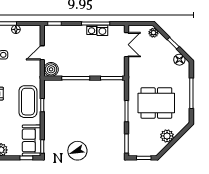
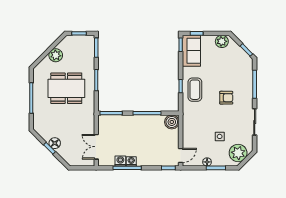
plant: (153, 33) -> (69, 159), removed
door: (42, 53) -> (181, 155), moved
floor lamp: (179, 60) -> (55, 143), moved
coffee table: (28, 102) -> (195, 90), width x0.73, depth x0.76

